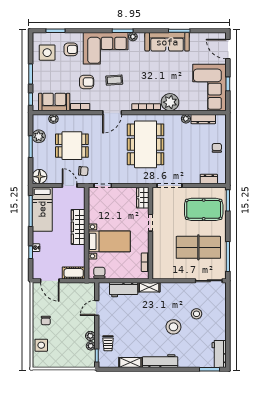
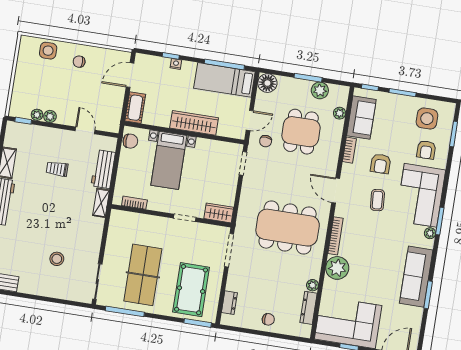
stool: (173, 327) -> (45, 226), removed
trolley: (108, 343) -> (57, 169), moved

